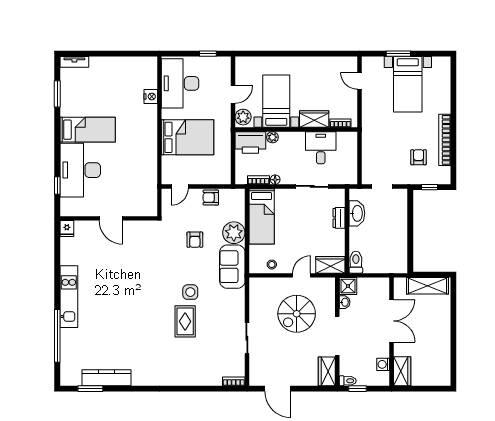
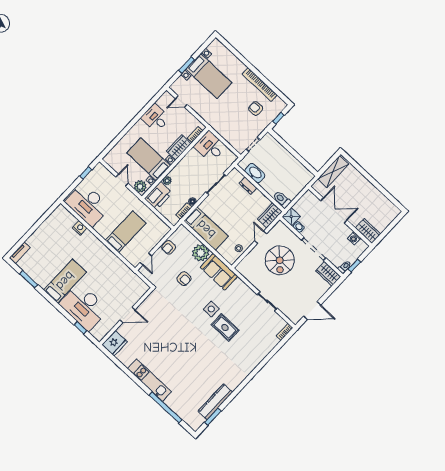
desk: (321, 71) -> (156, 118), added
bed: (188, 137) -> (126, 232), width x0.67
desk: (321, 148) -> (210, 147), moved
fridge: (67, 229) -> (115, 343), width x1.88, depth x1.34

